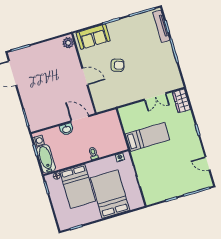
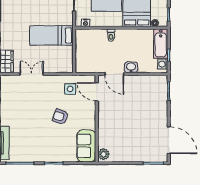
sofa: (93, 37) -> (86, 146), moved, turned -90
door: (85, 77) -> (97, 92), moved
side table: (116, 93) -> (70, 89), added

